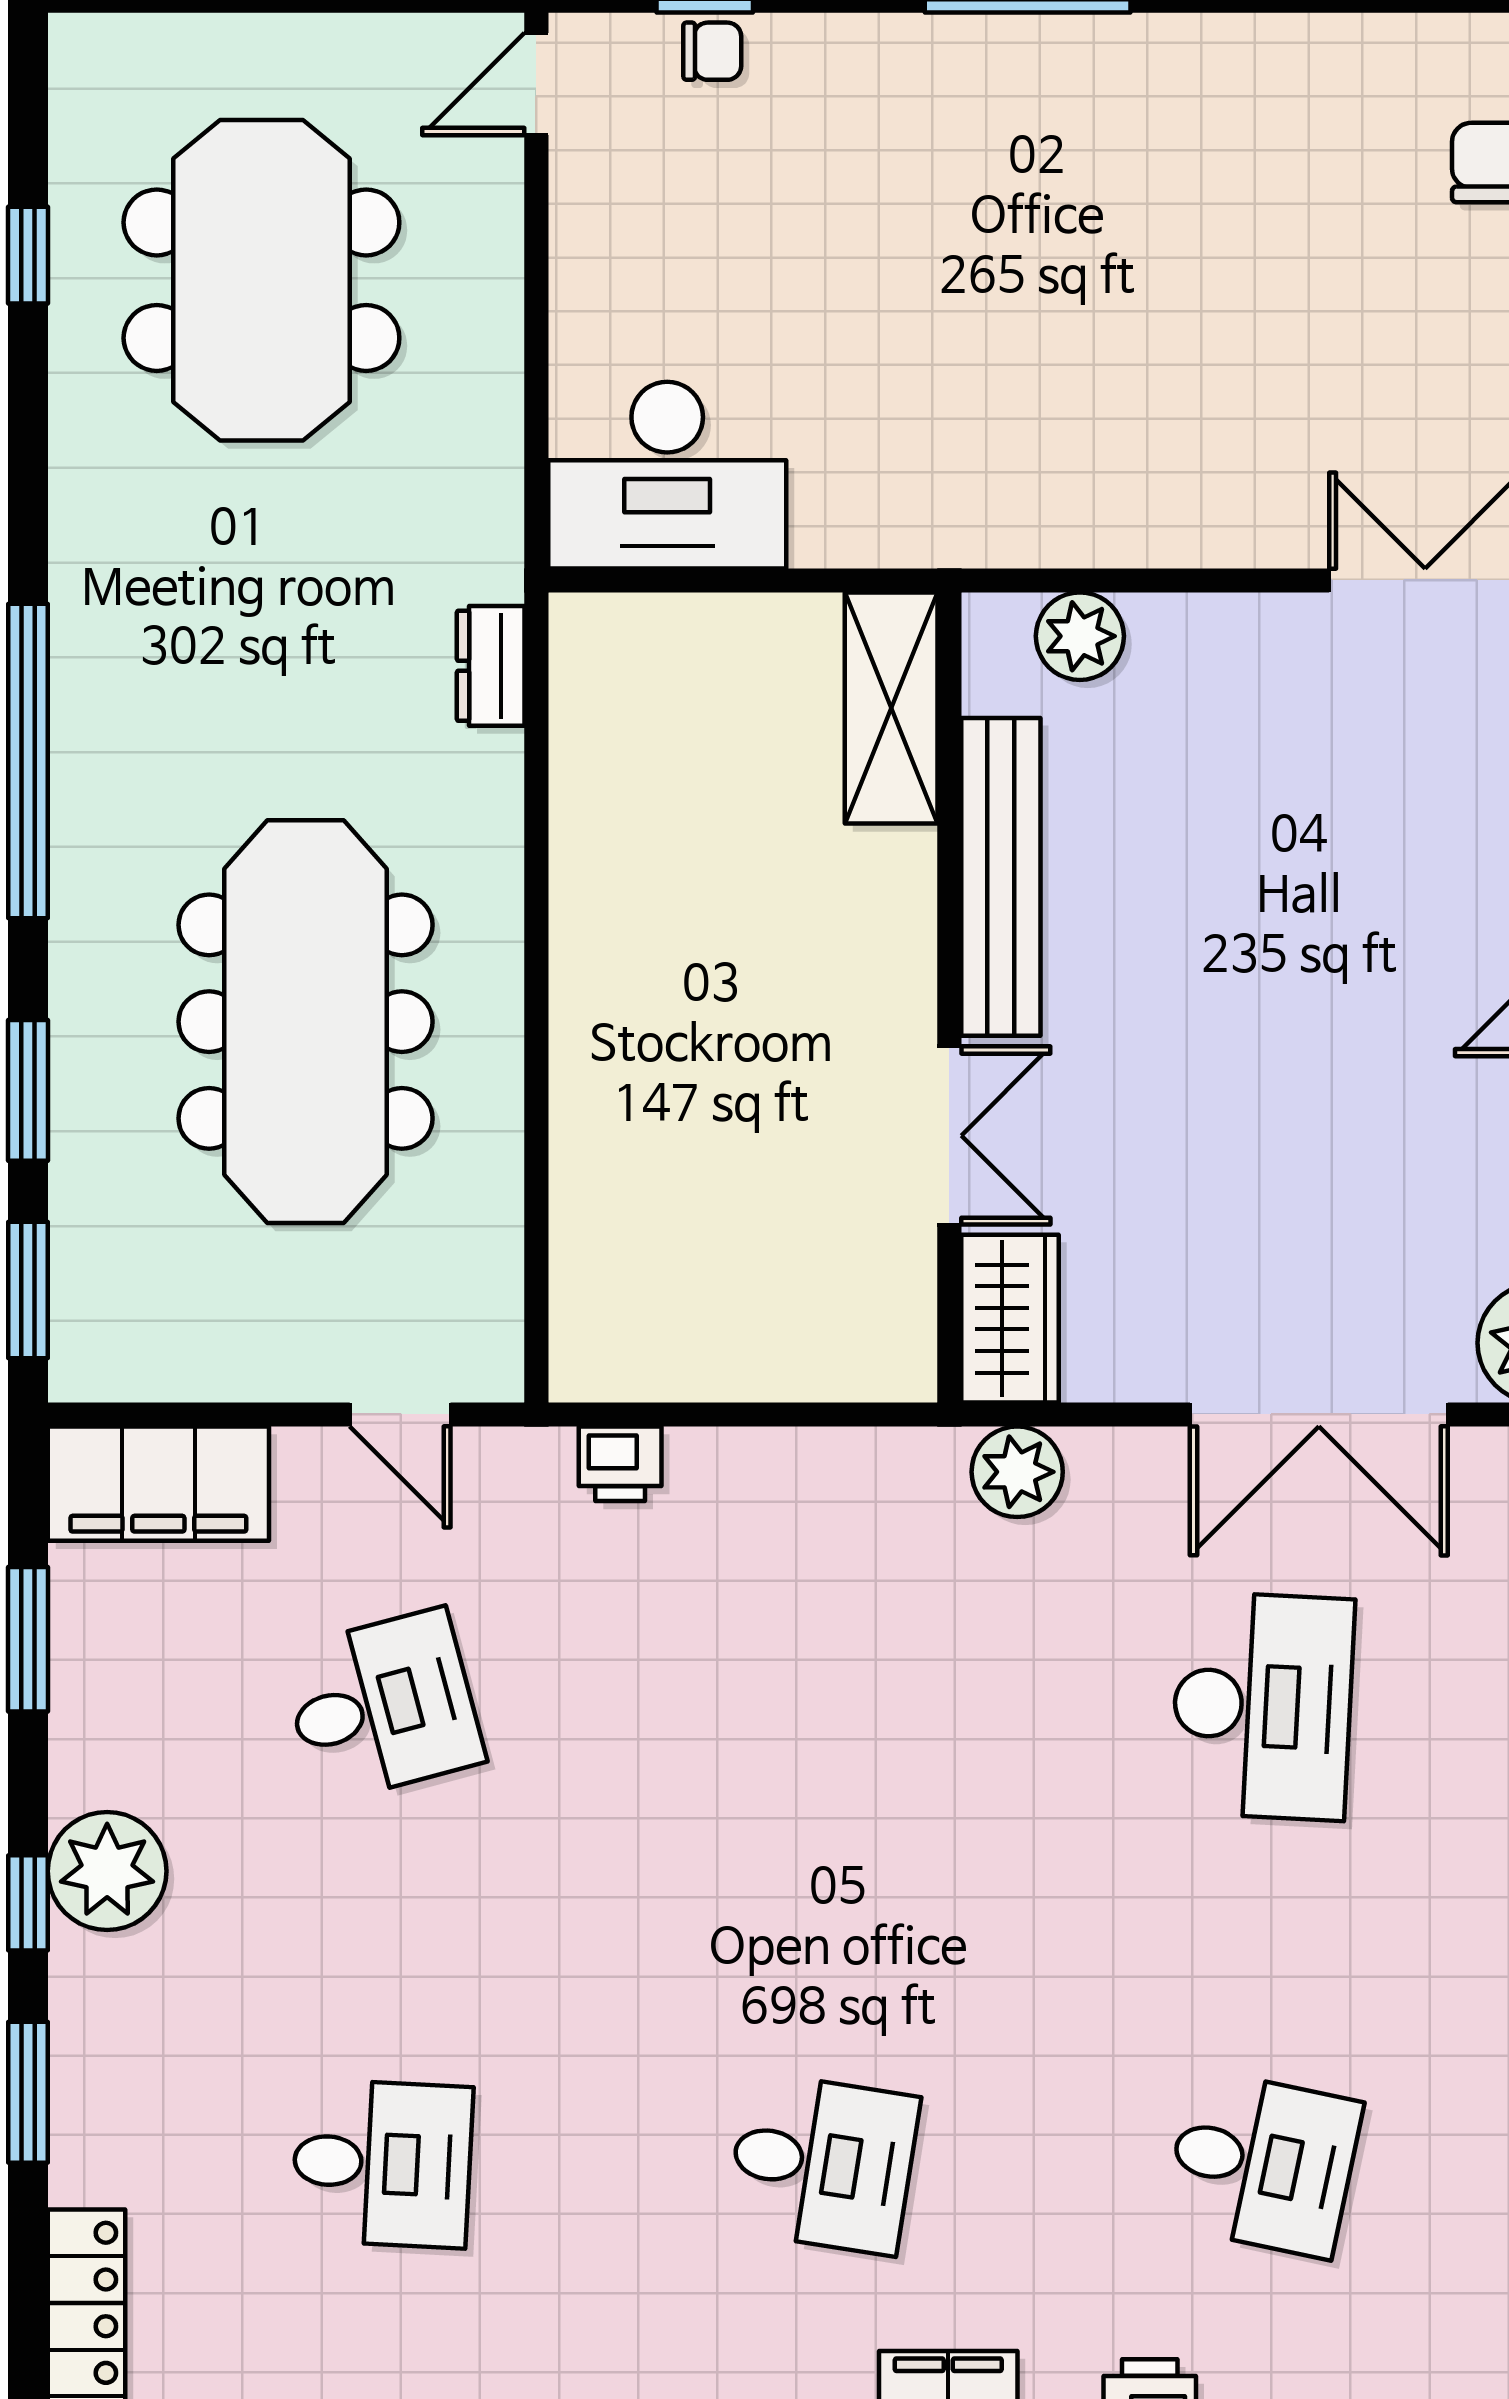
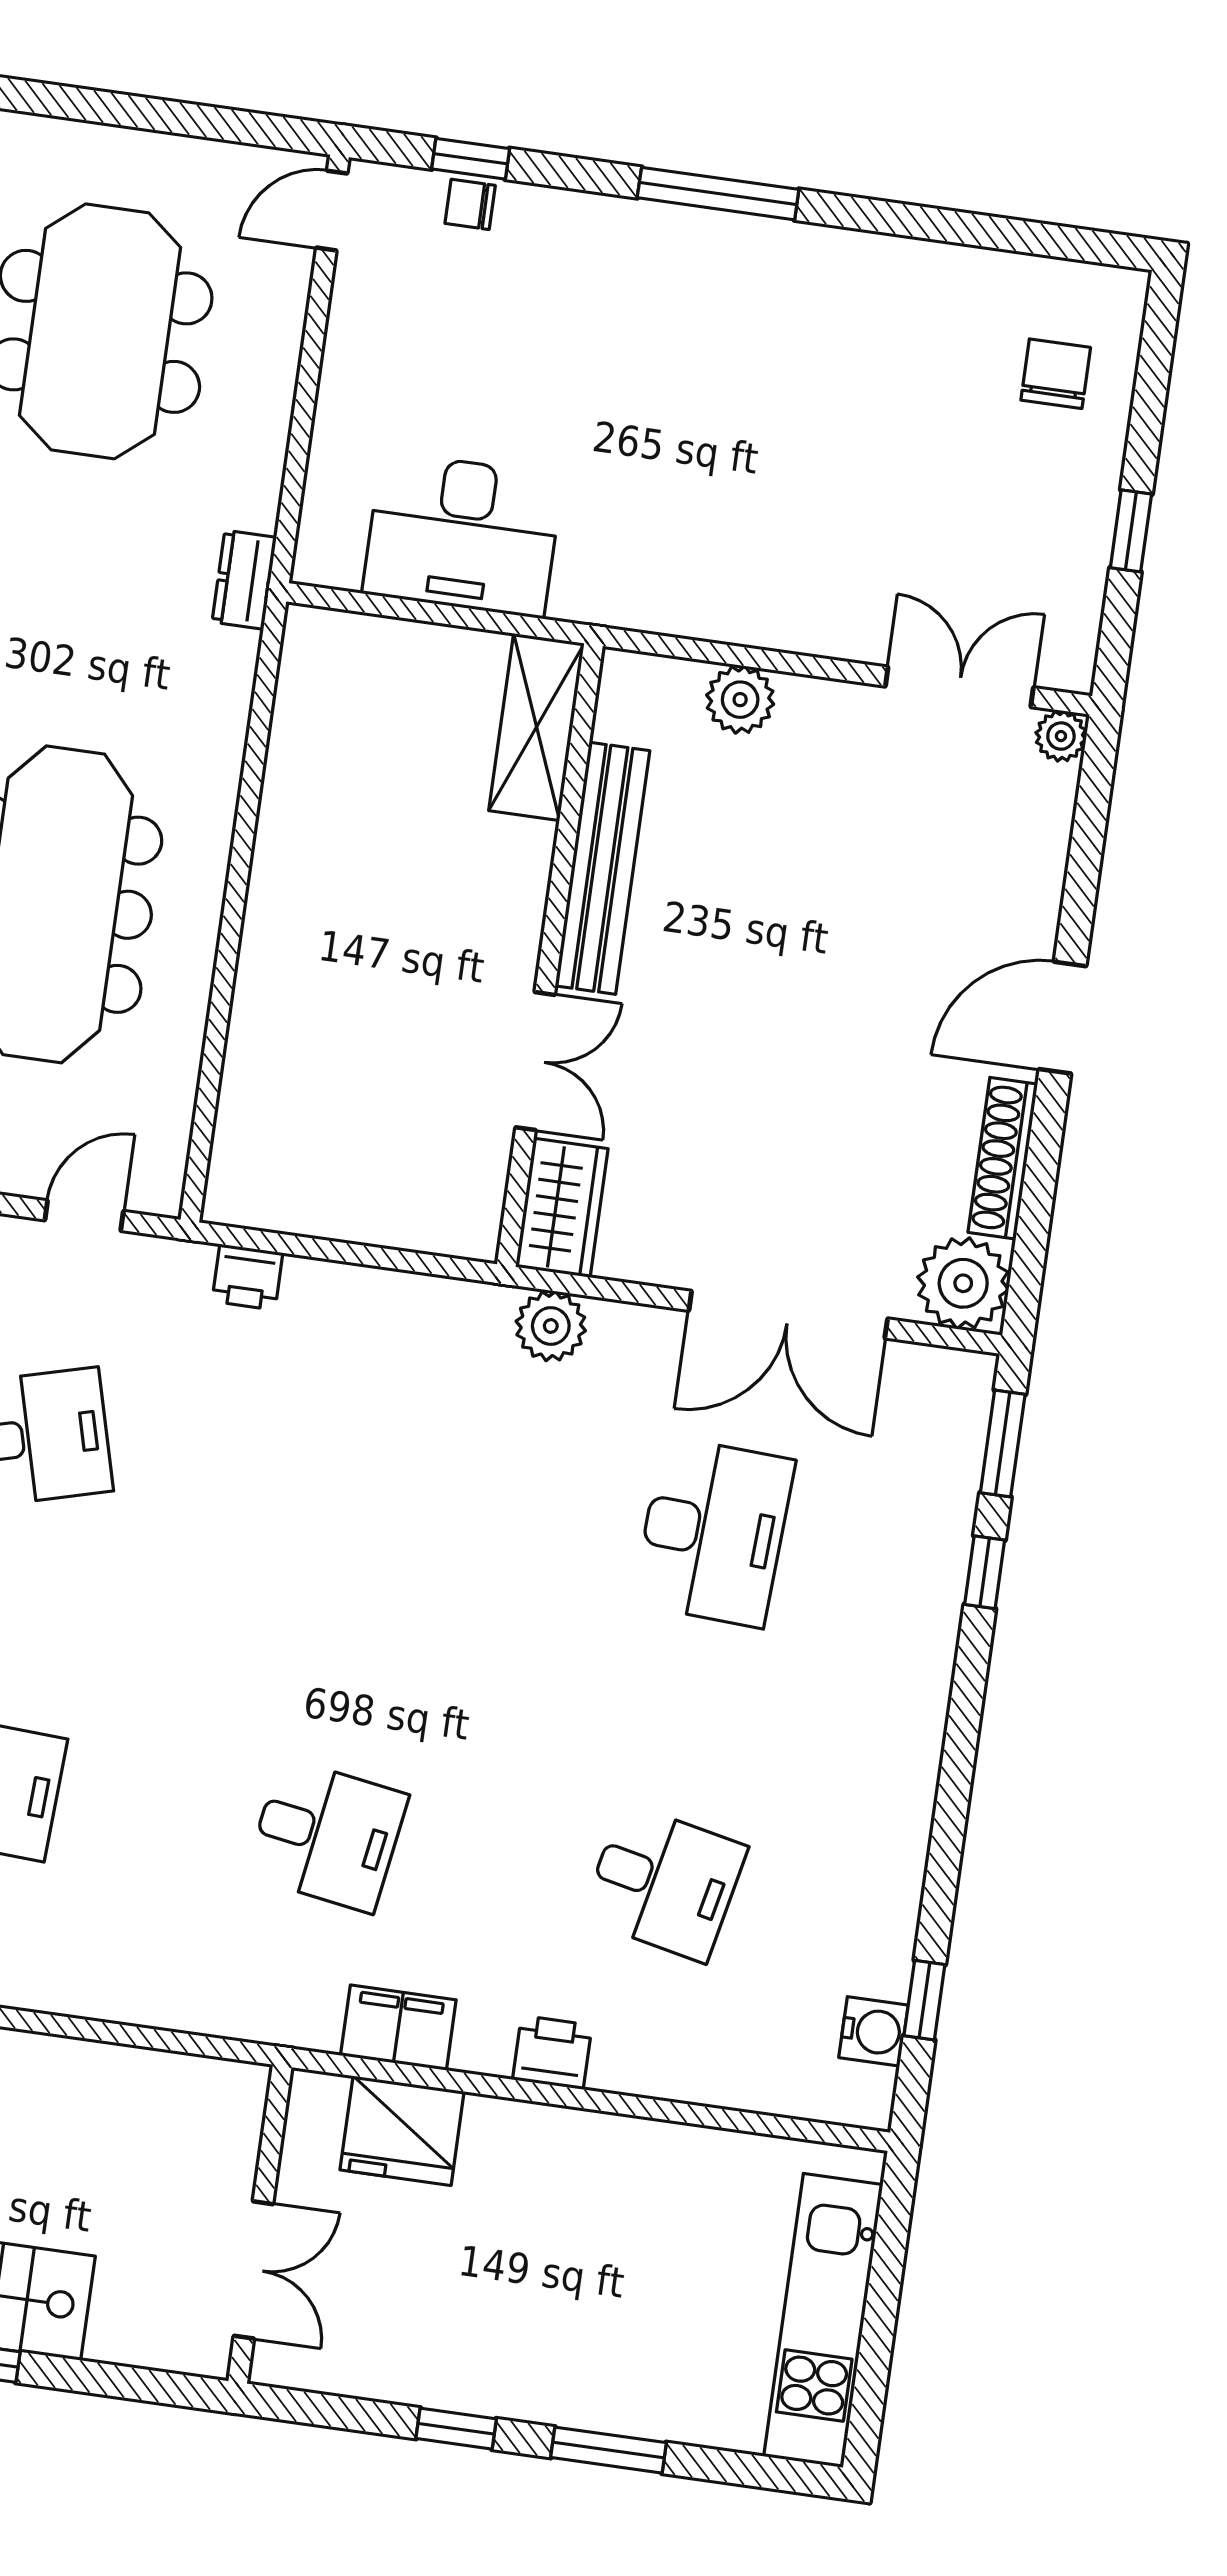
chair: (712, 51) -> (470, 204), turned 180
desk: (667, 475) -> (463, 535), moved
plant: (1080, 636) -> (740, 700), moved
dresser: (491, 666) -> (244, 580), moved
door: (400, 1414) -> (84, 1216), swing flipped

